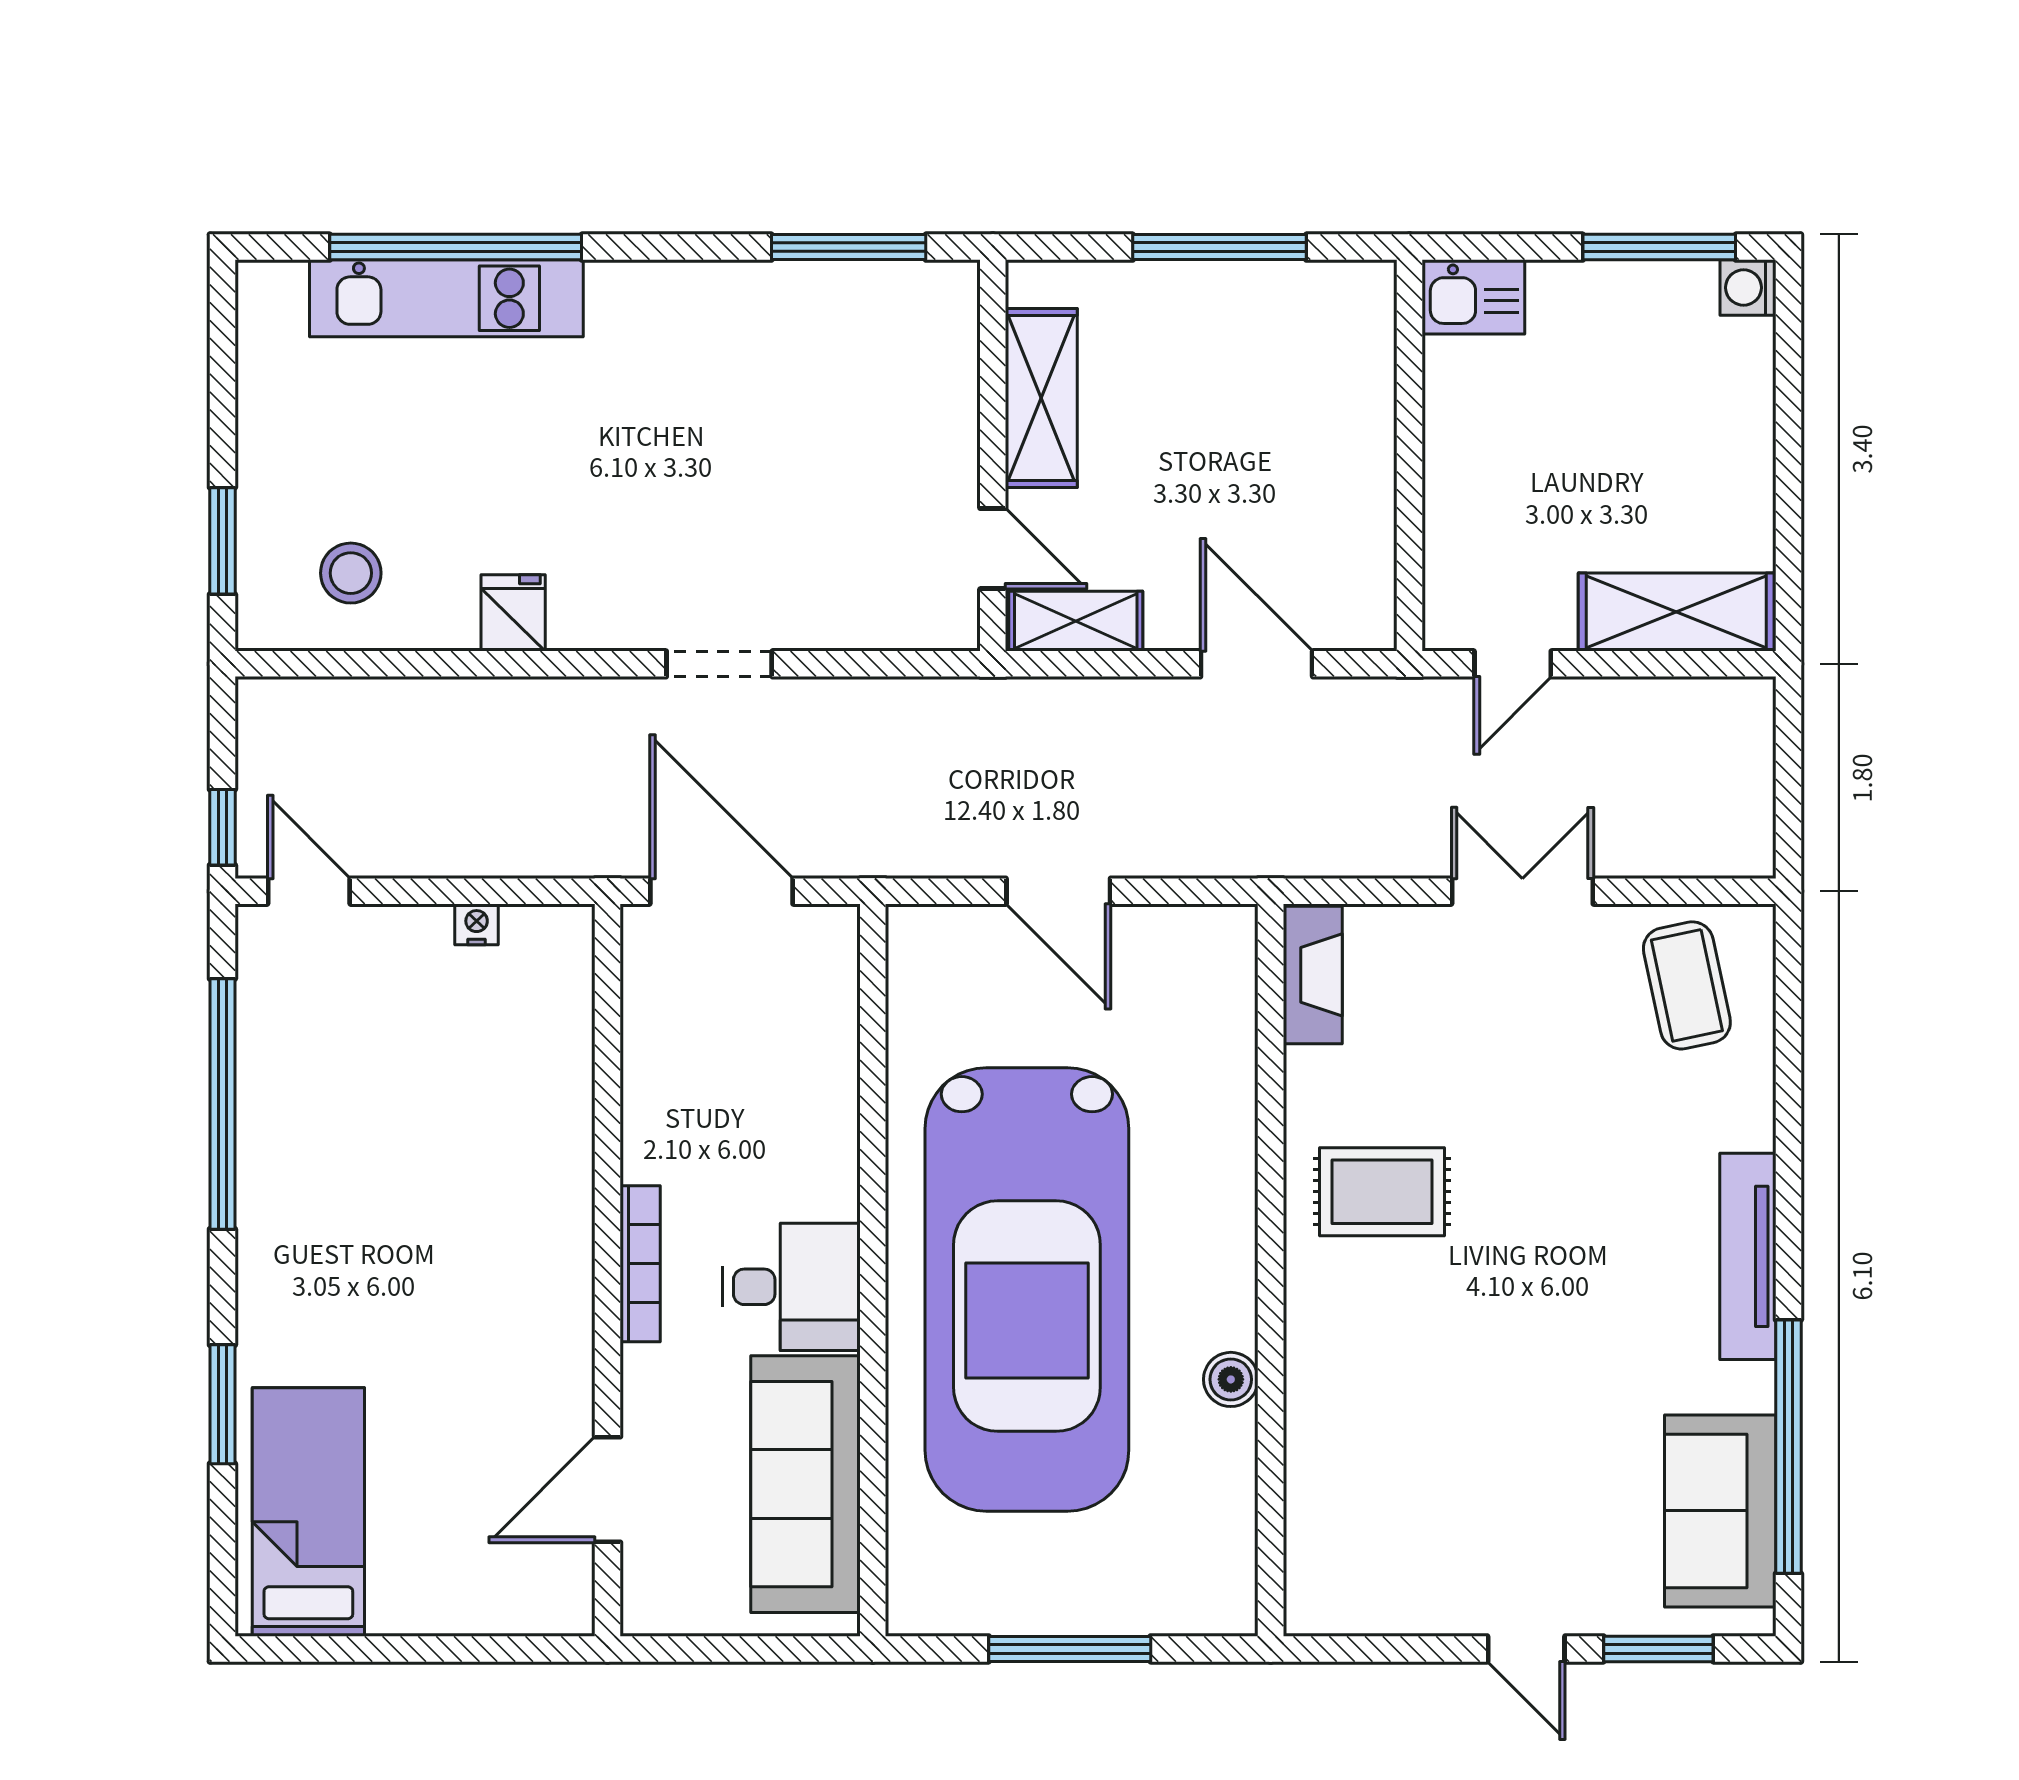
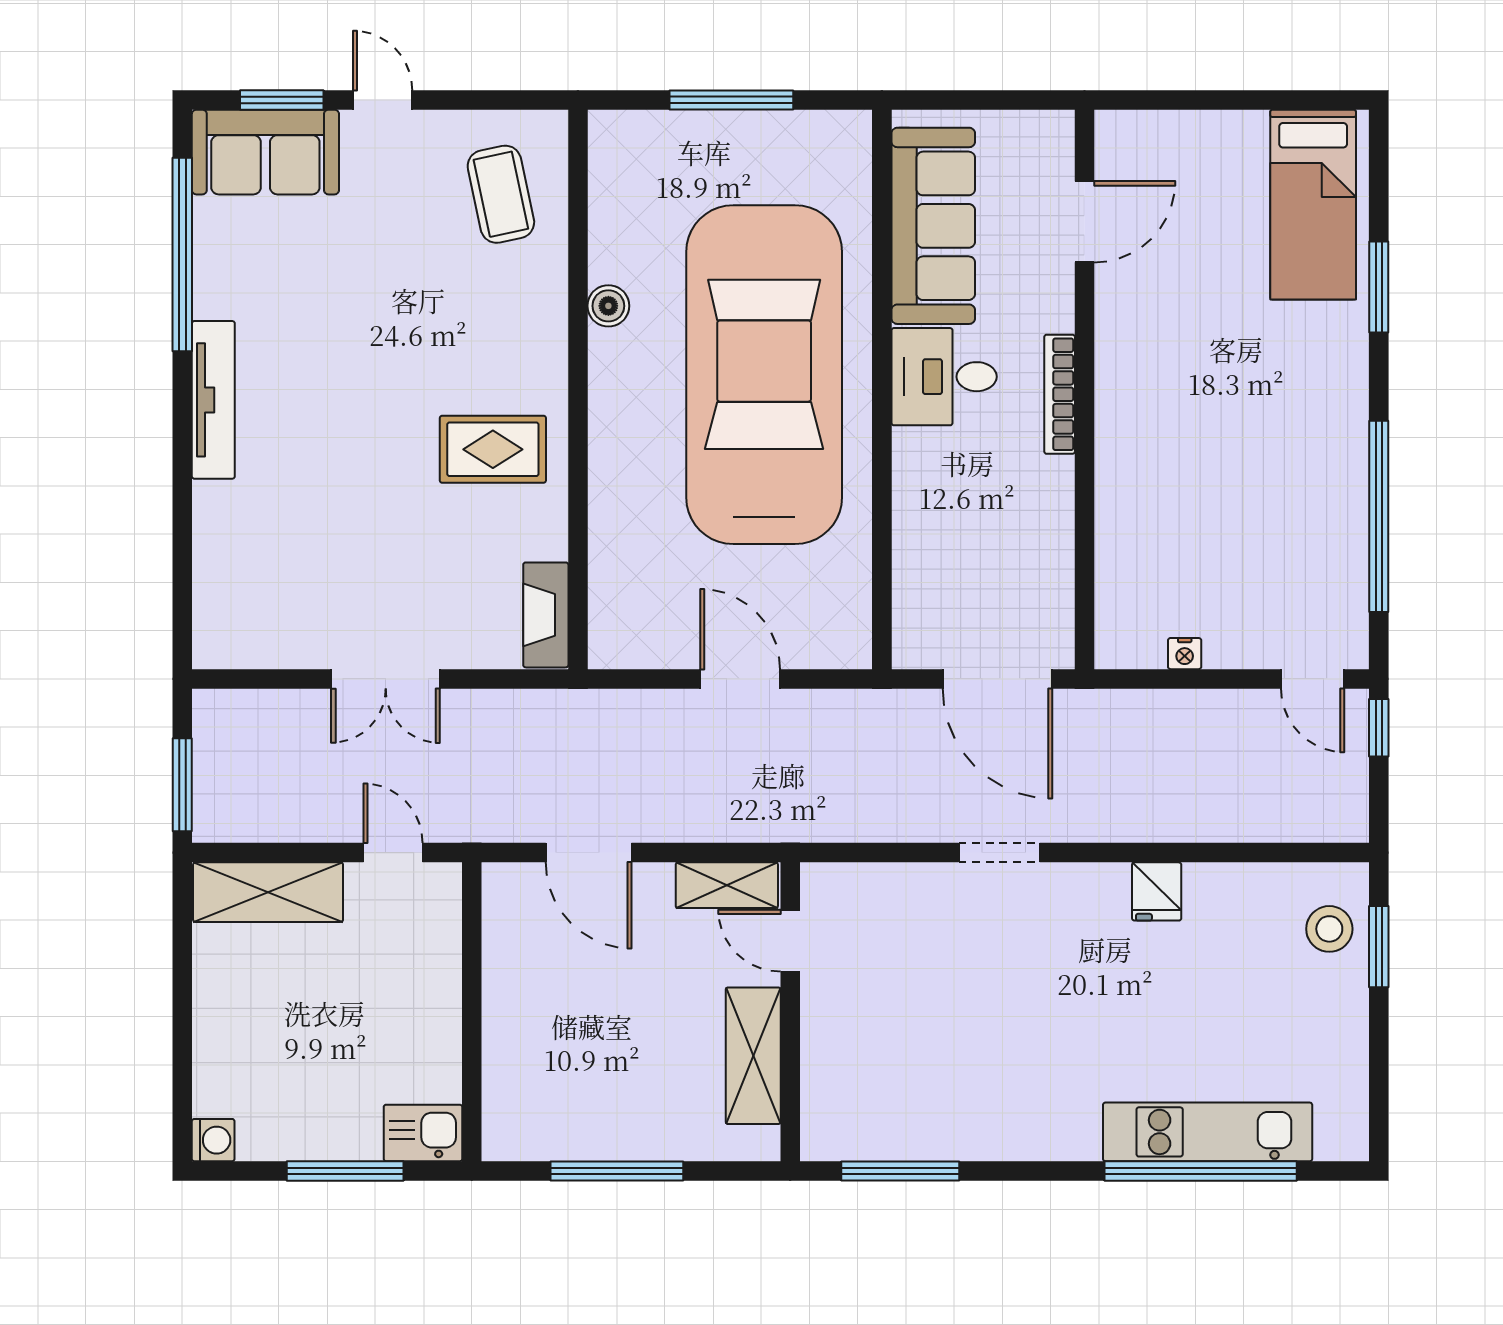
window: (1659, 247) -> (345, 1171), moved
stool: (351, 573) -> (1329, 929), moved
door: (1513, 664) -> (393, 853), hinge flipped
window: (1788, 753) -> (182, 785), added
coffee table: (1687, 985) -> (501, 194), moved
sofa: (1720, 1511) -> (265, 152), moved, turned 90

